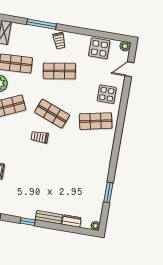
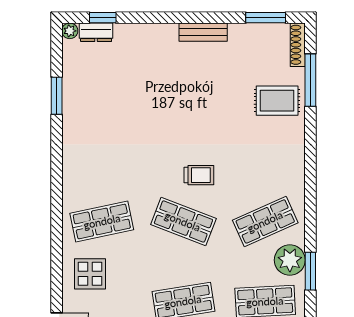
bench: (49, 217) -> (203, 32), moved
dresser: (72, 221) -> (96, 32), moved
window: (28, 222) -> (103, 18), moved

